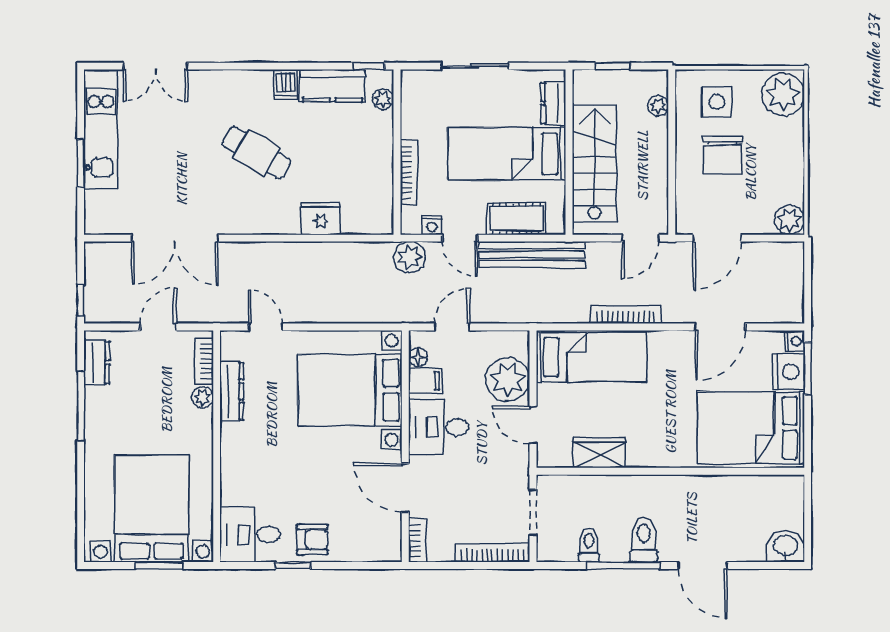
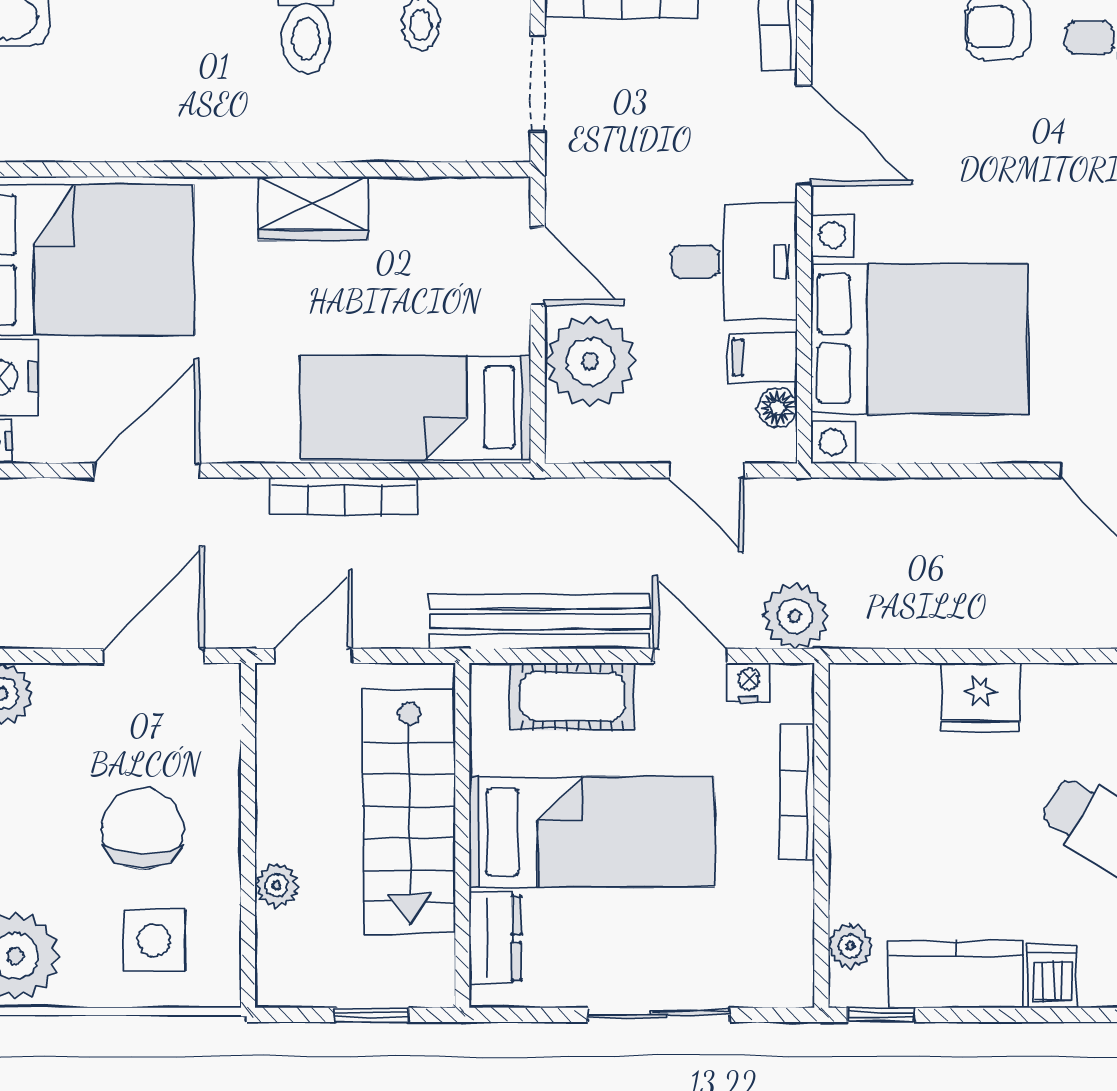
plant: (658, 106) -> (277, 885), moved
door: (452, 327) -> (707, 471), hinge flipped
wardrobe: (599, 453) -> (313, 208), moved

